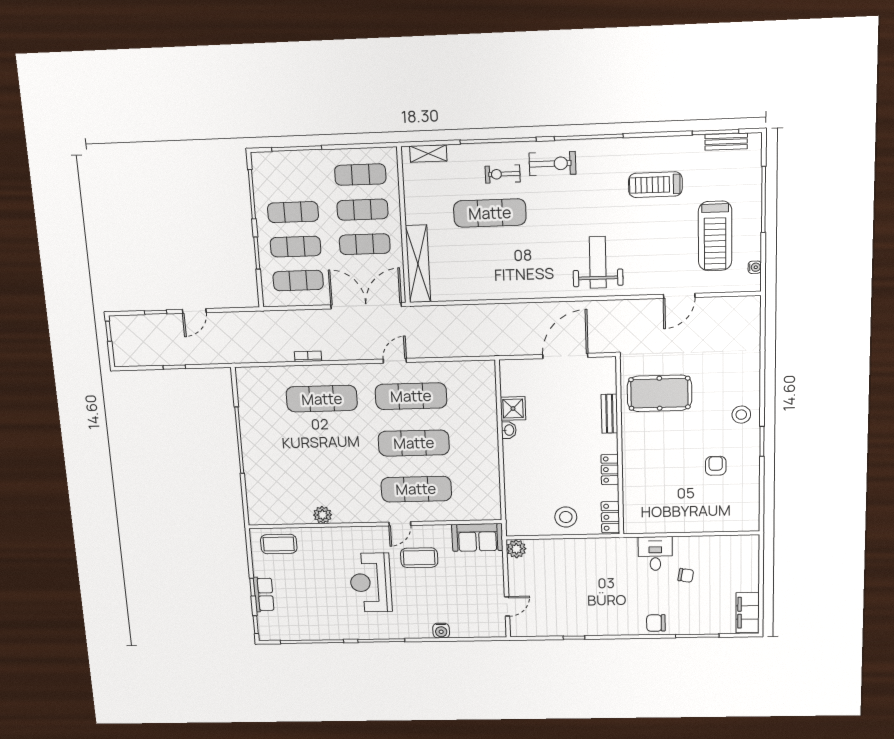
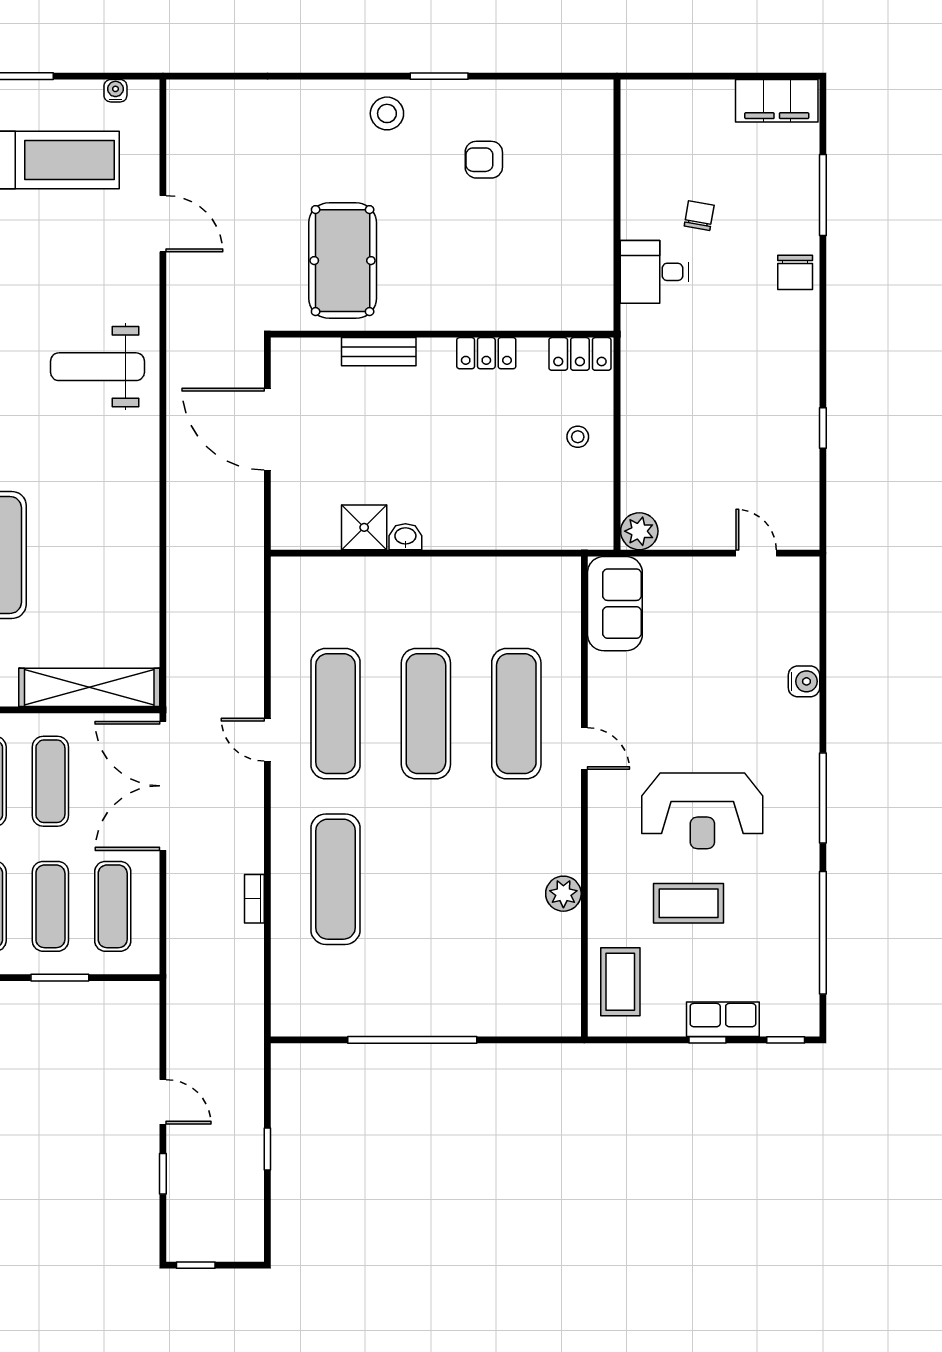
stool: (566, 517) -> (578, 437), width x0.53, depth x0.53
coffee table: (419, 558) -> (689, 903), moved, turned 90

